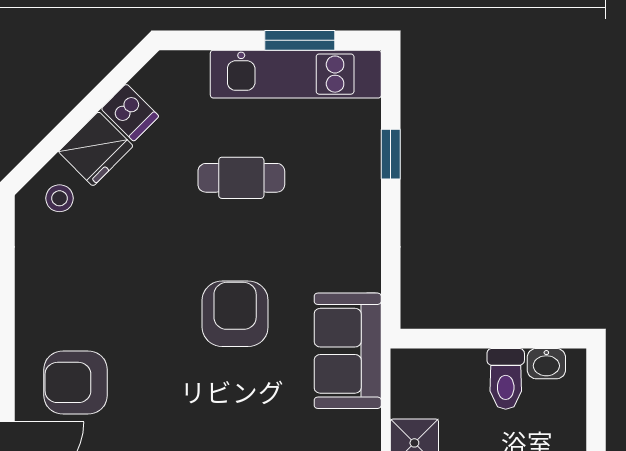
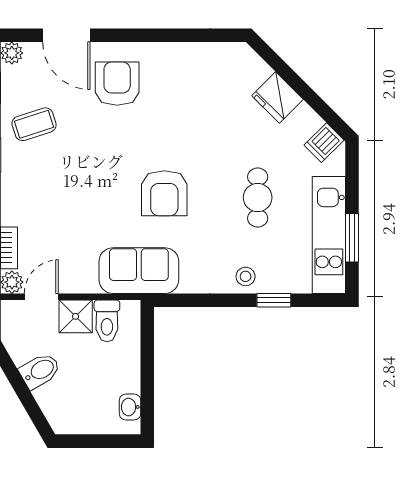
dishwasher: (130, 113) -> (324, 143), moved
stool: (59, 198) -> (246, 276), moved
armchair: (235, 314) -> (164, 193), turned 90
toilet: (506, 379) -> (107, 321), moved, turned -90

